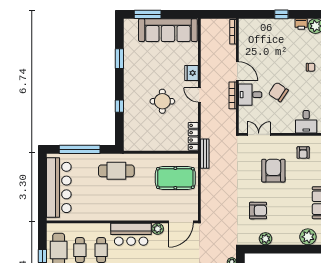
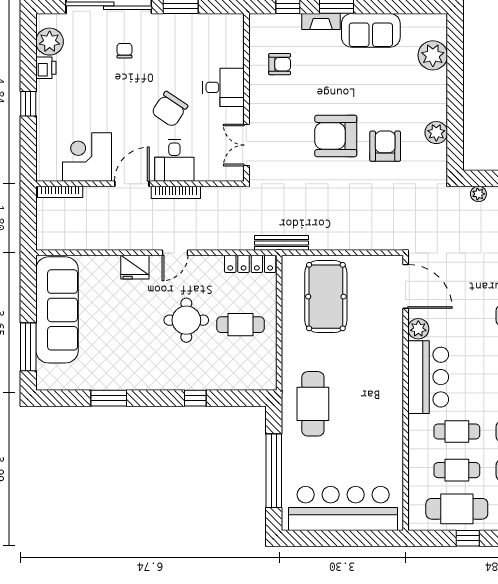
corner desk: (252, 47) -> (87, 157), added
desk: (306, 122) -> (224, 87), moved
cafe table: (160, 131) -> (240, 325), added
armchair: (273, 171) -> (336, 136), moved

